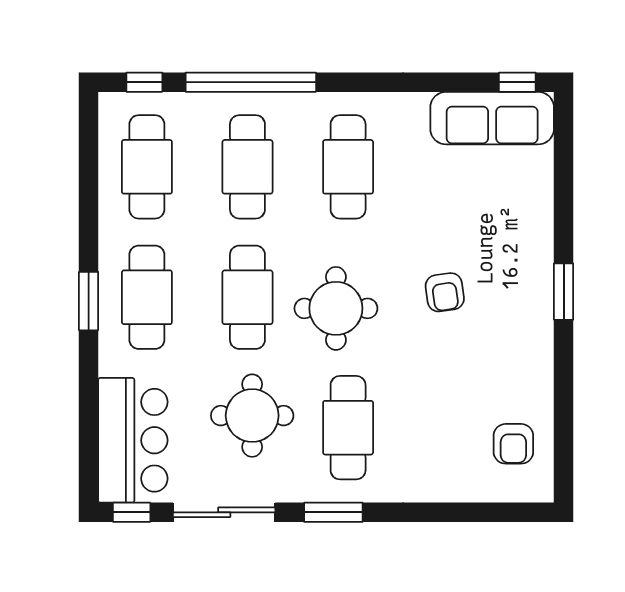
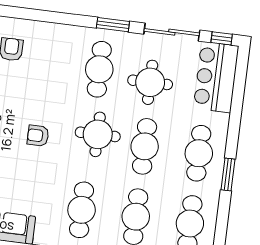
armchair: (445, 292) -> (38, 136), turned -82
window: (89, 301) -> (228, 174), moved

